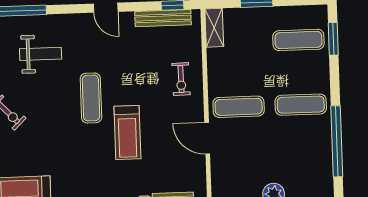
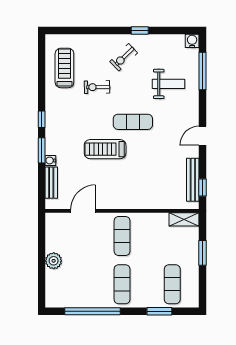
window: (333, 39) -> (159, 311), moved
weight bench: (41, 54) -> (168, 84), turned -90
exercise bike: (181, 79) -> (97, 87), moved
door: (207, 138) -> (83, 211), moved

